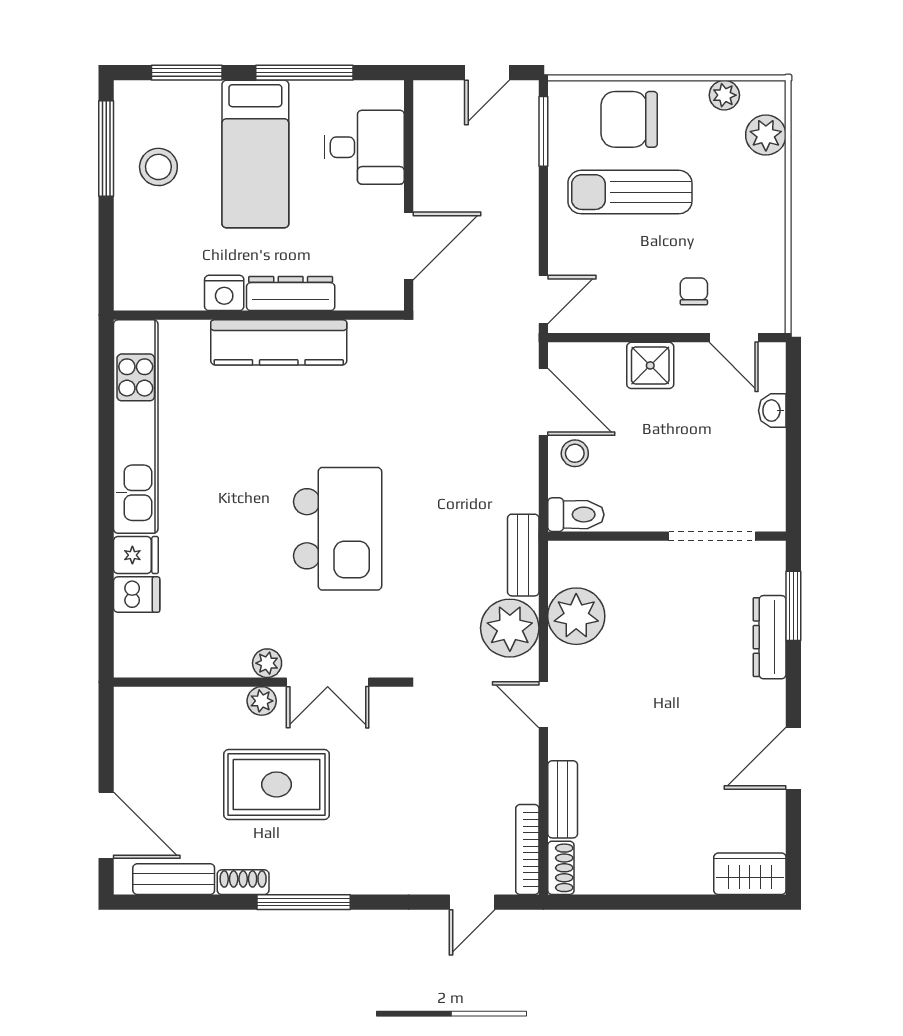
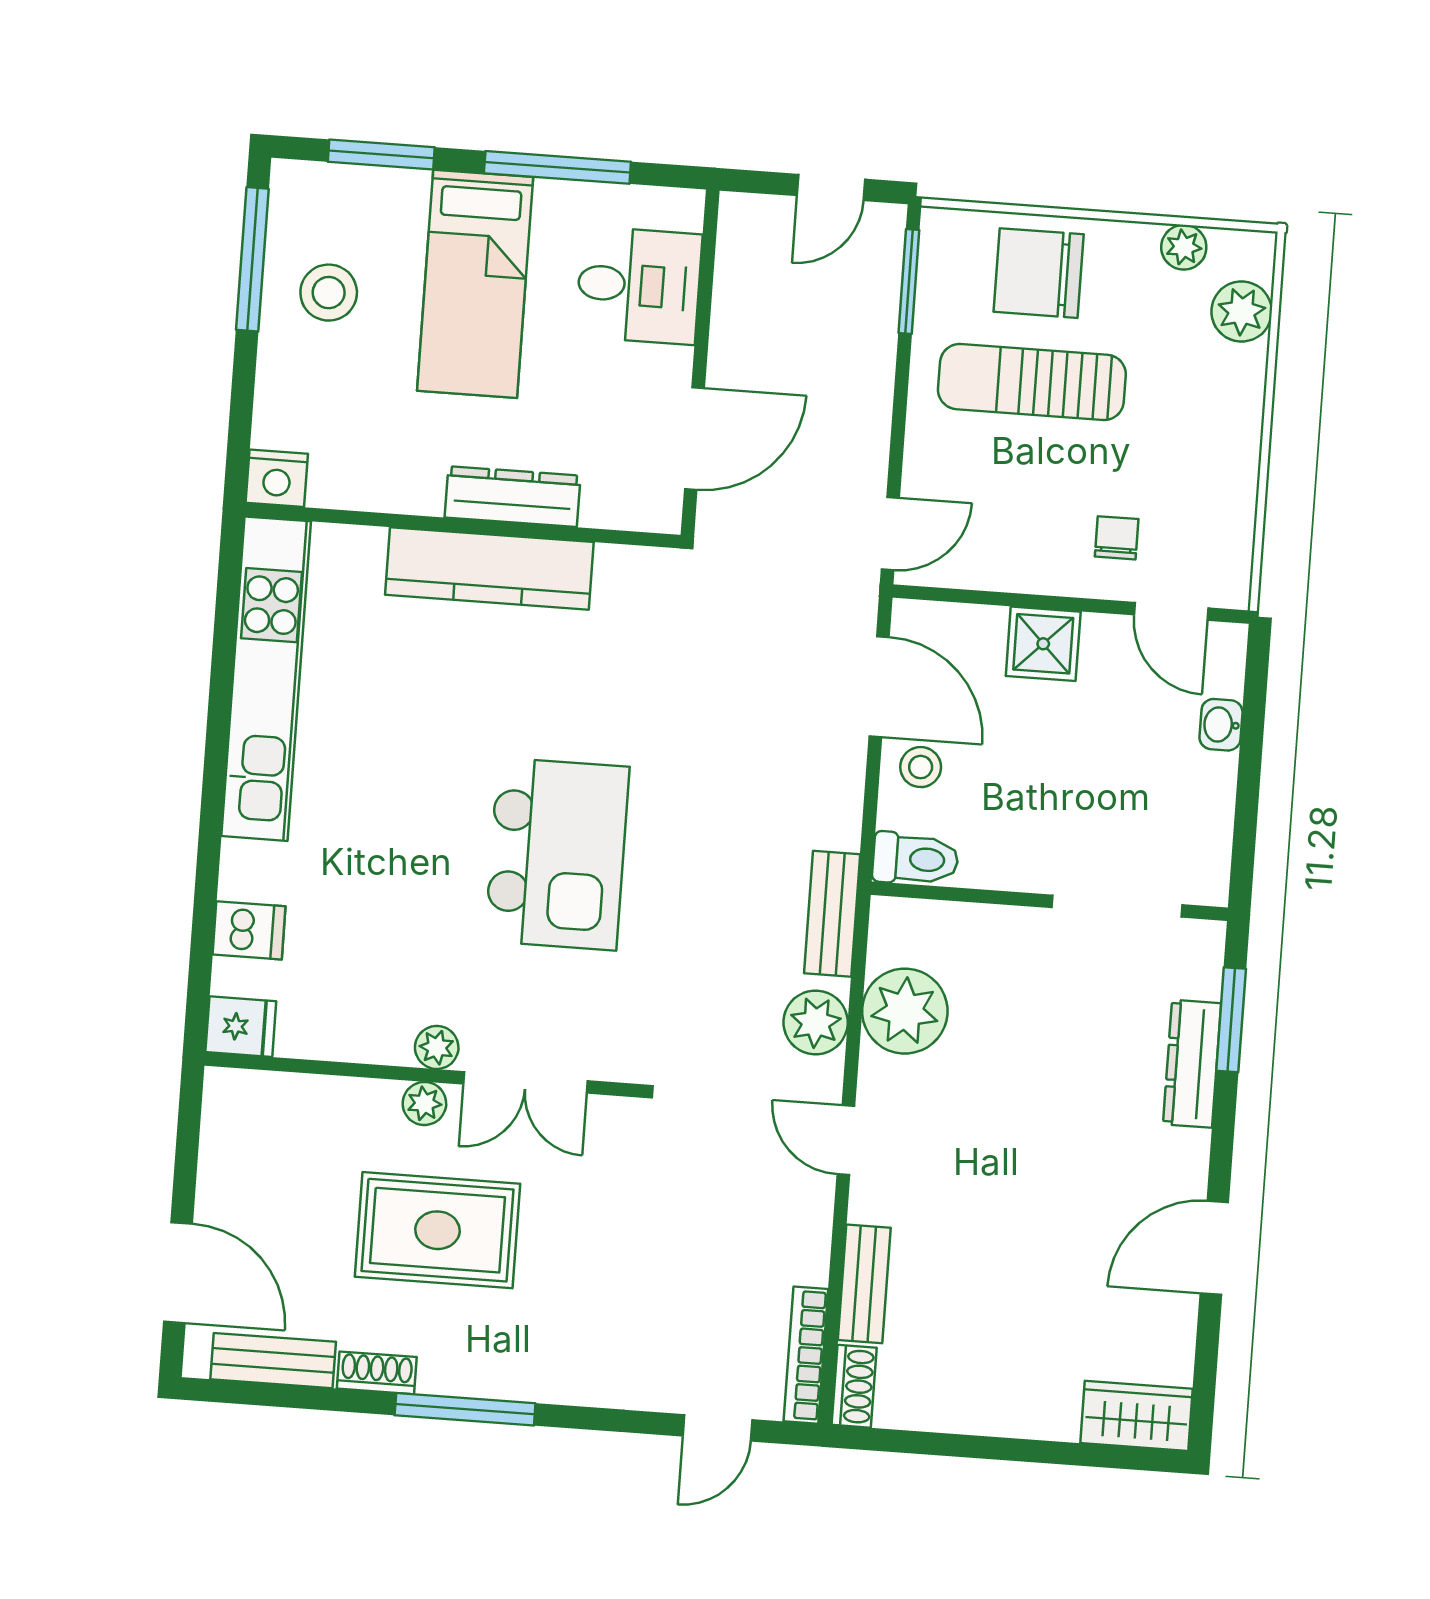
nightstand: (224, 293) -> (277, 478), moved
fridge: (136, 555) -> (241, 1027), moved
plant: (510, 628) -> (816, 1022), width x0.73, depth x0.73

